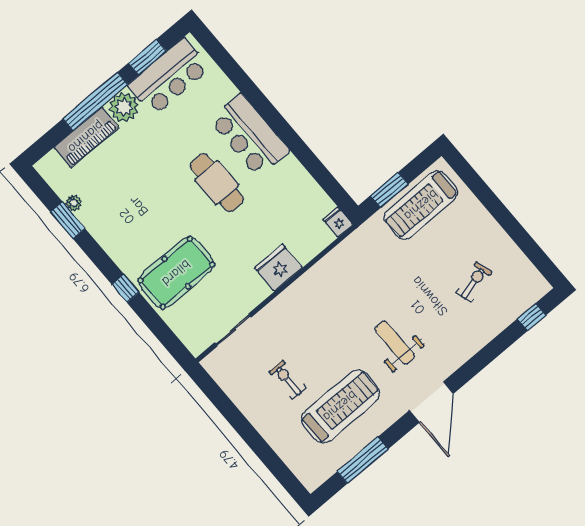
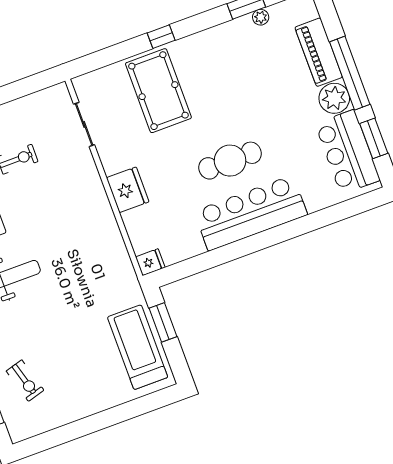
bar counter: (249, 135) -> (251, 213), width x1.36
exercise bike: (474, 282) -> (25, 381), moved

